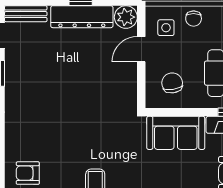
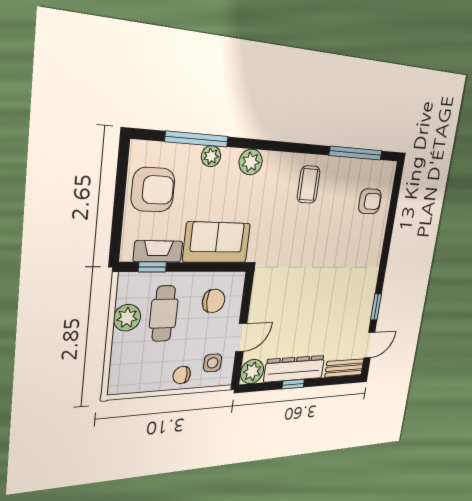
chair: (194, 19) -> (182, 375), turned -90
chair: (172, 83) -> (214, 301), turned -81

